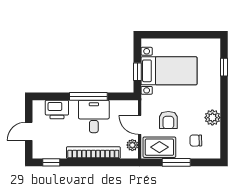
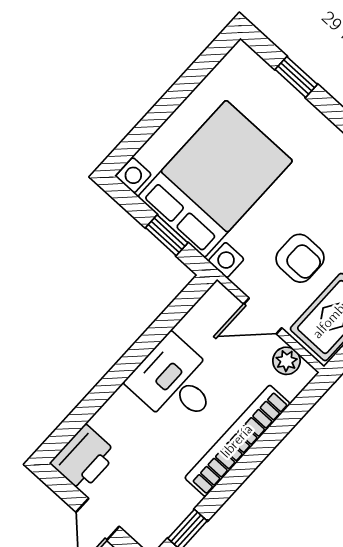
bed with nightstands: (169, 71) -> (215, 179), width x1.36
window: (88, 96) -> (131, 360), removed
printer: (57, 109) -> (84, 458), moved

